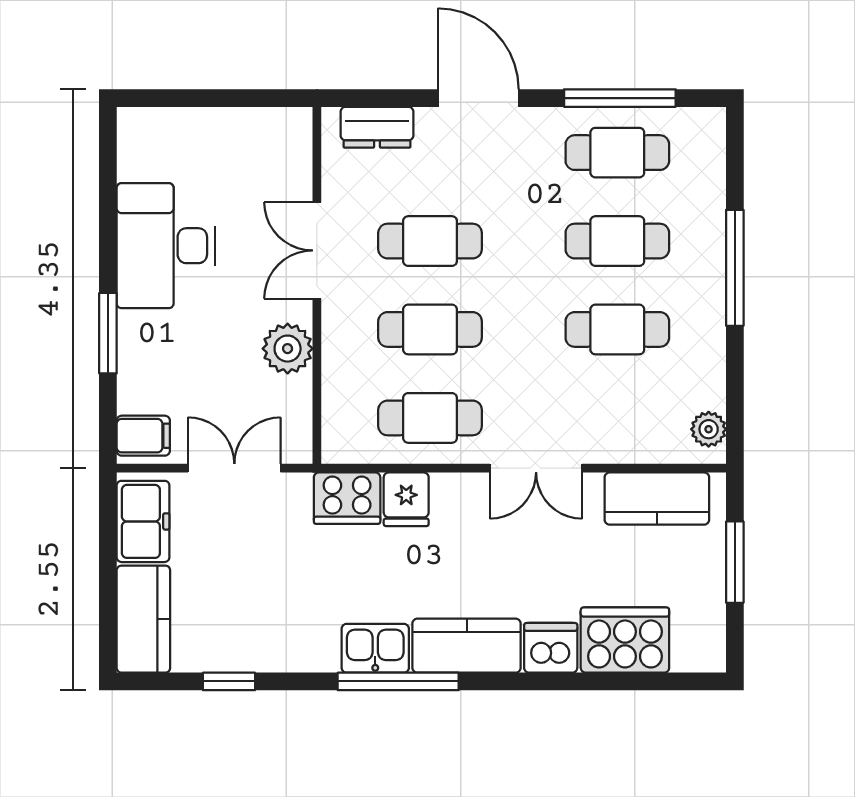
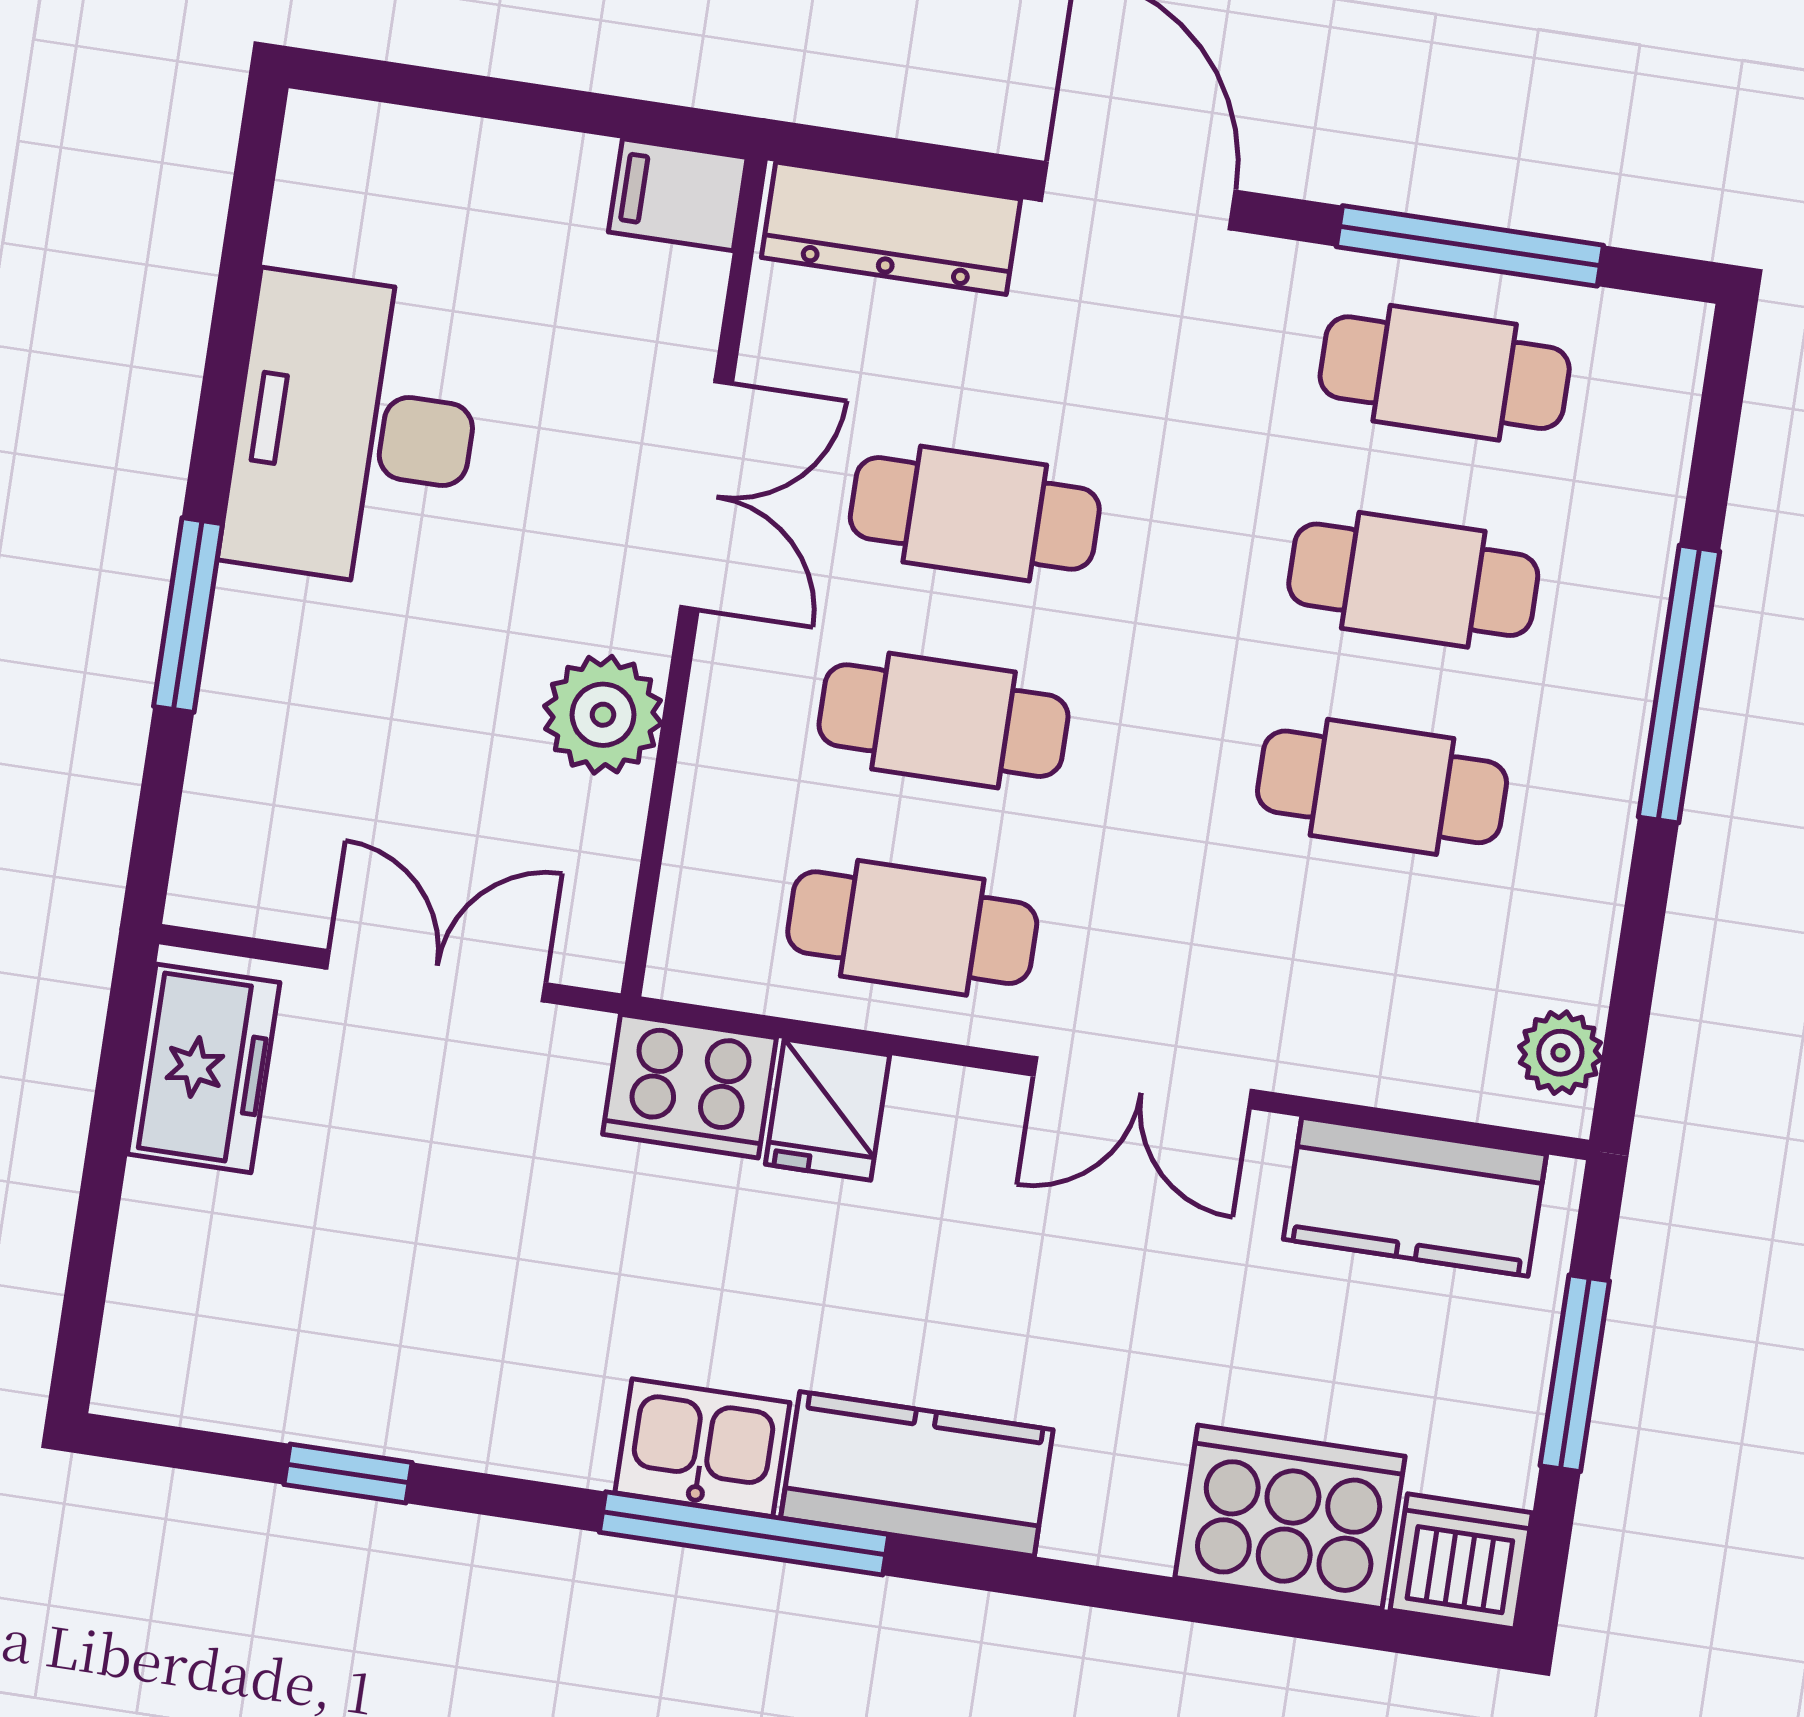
dresser: (377, 127) -> (891, 228), width x1.44
double door: (317, 250) -> (707, 495), swing flipped
filing cabinet: (143, 436) -> (678, 195), moved, turned 180
kitchen counter: (143, 619) -> (170, 1297), removed
dishwasher: (551, 648) -> (1461, 1561), moved

